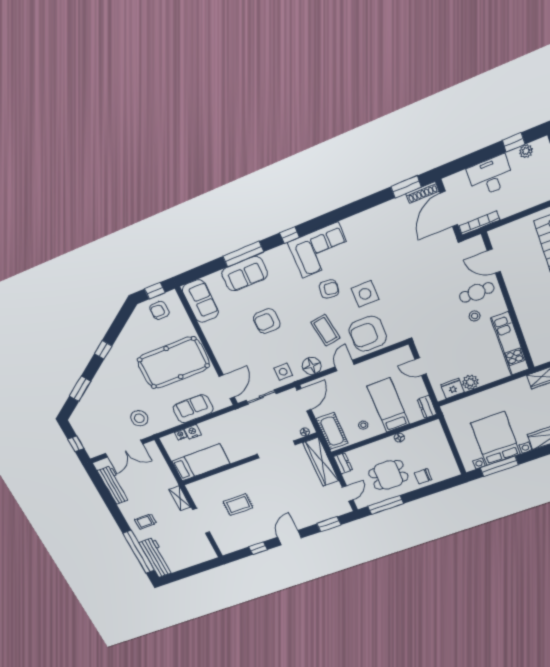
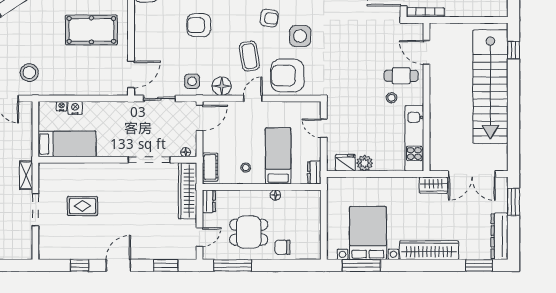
pool table: (173, 363) -> (91, 30), width x0.73, depth x0.76
sofa: (193, 409) -> (87, 84), removed
cot: (332, 431) -> (210, 167), width x0.73, depth x0.75

